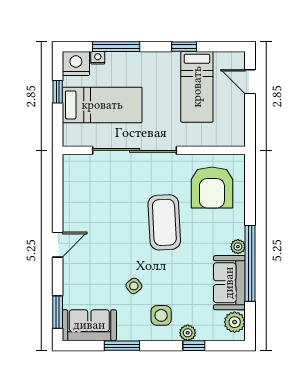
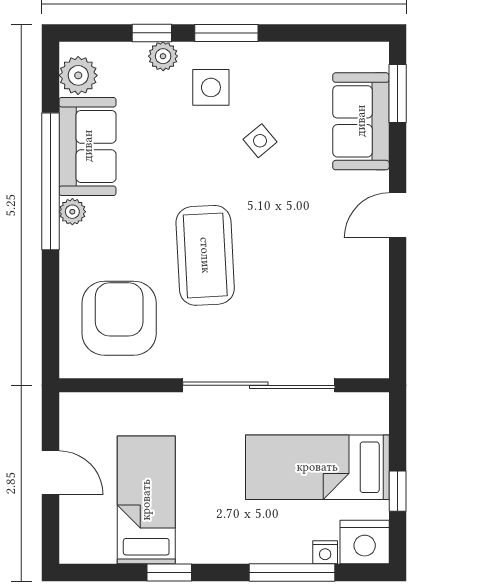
door: (250, 82) -> (51, 473), moved
sofa: (89, 325) -> (361, 121), moved, turned 90
window: (122, 346) -> (226, 33), moved

